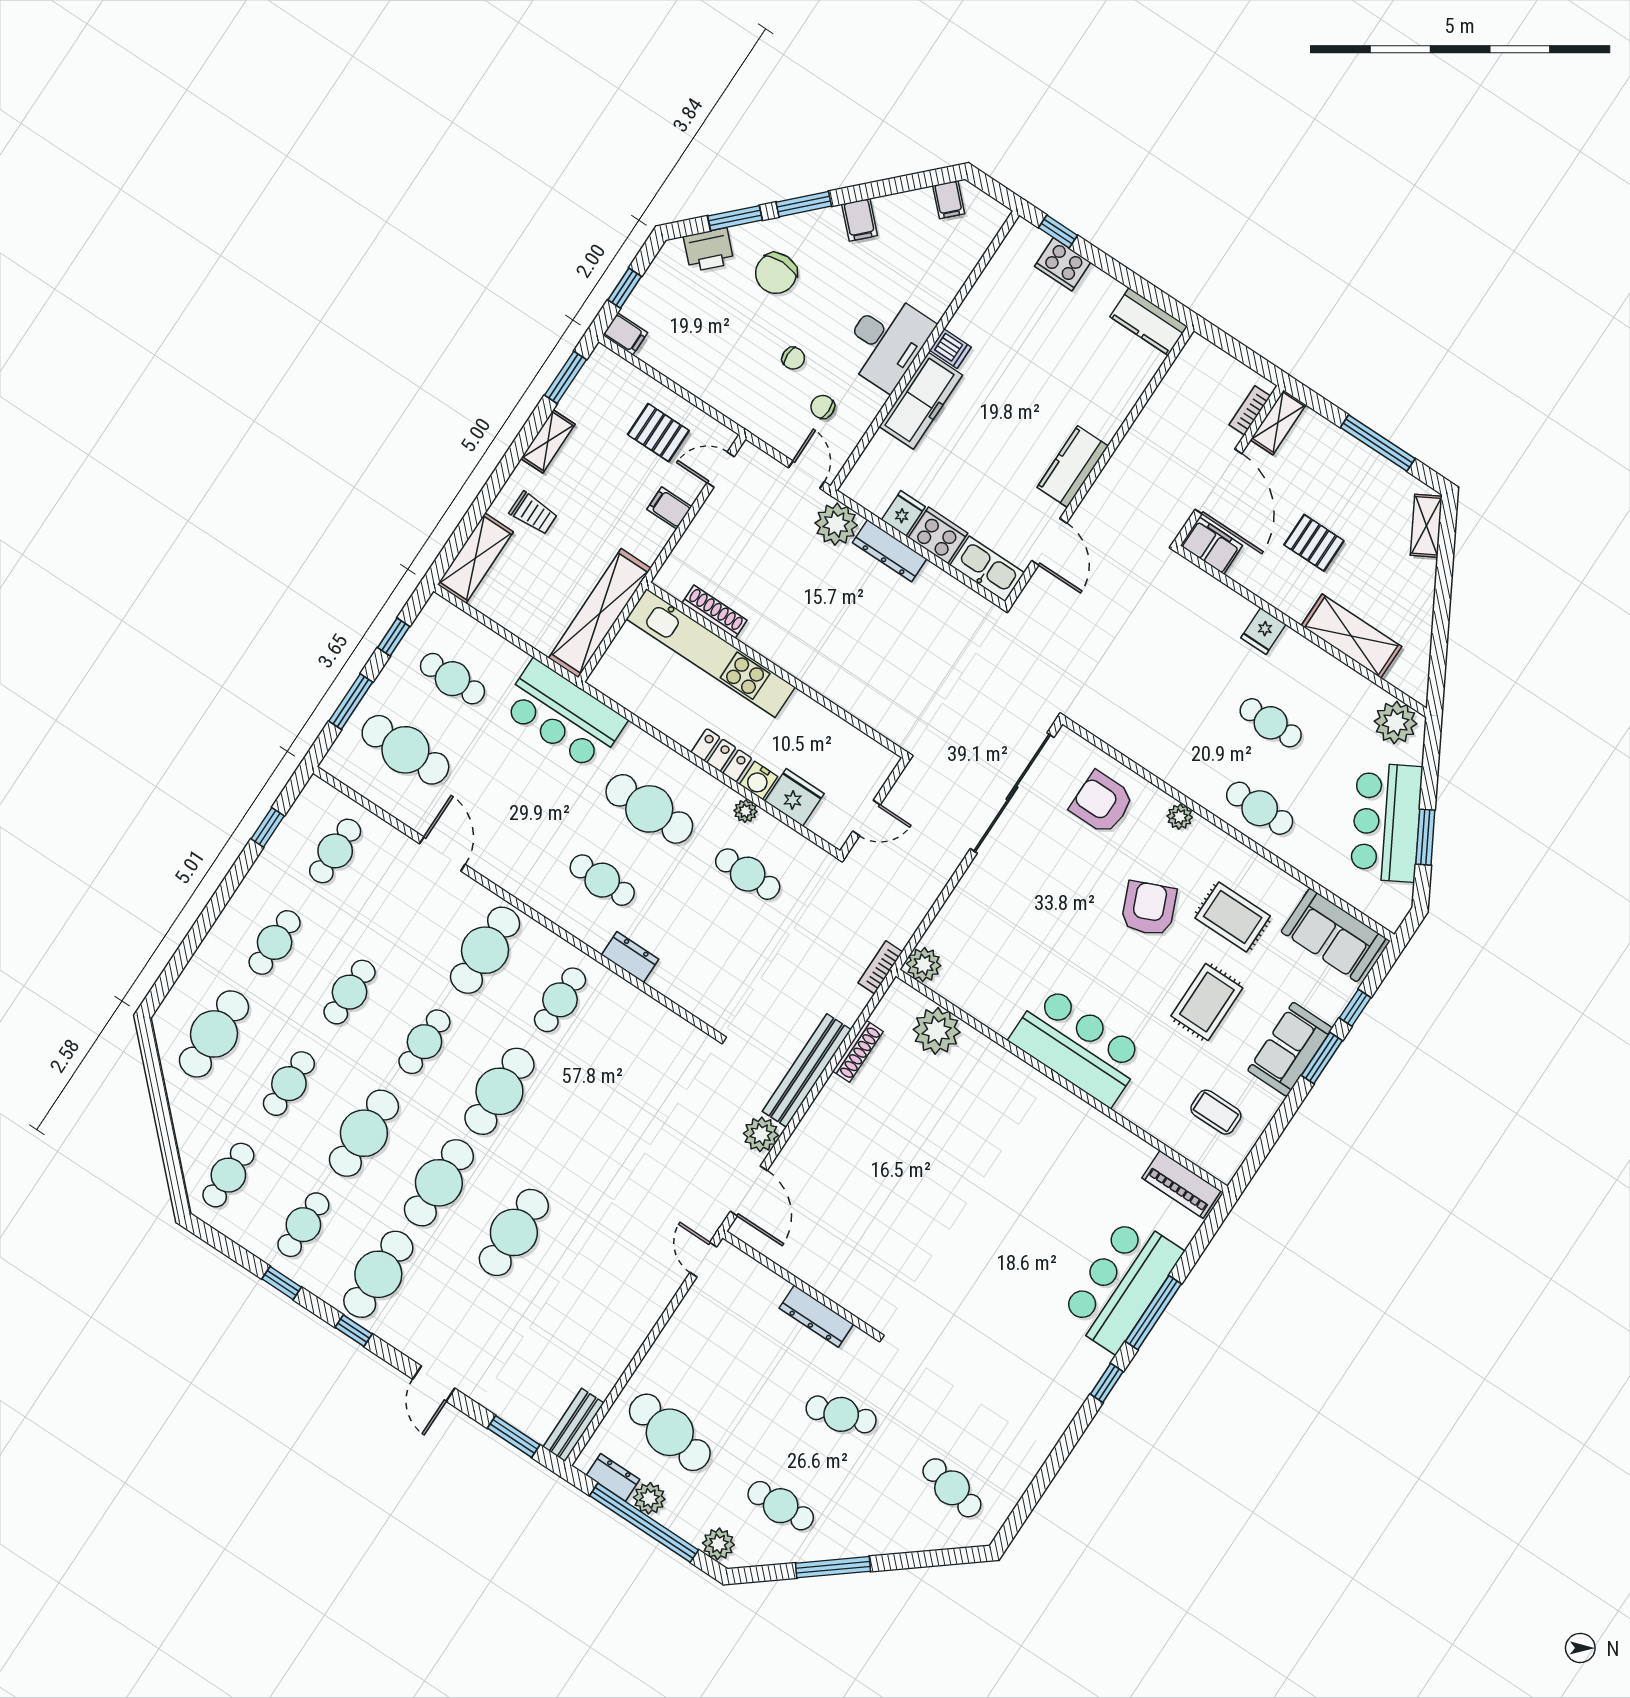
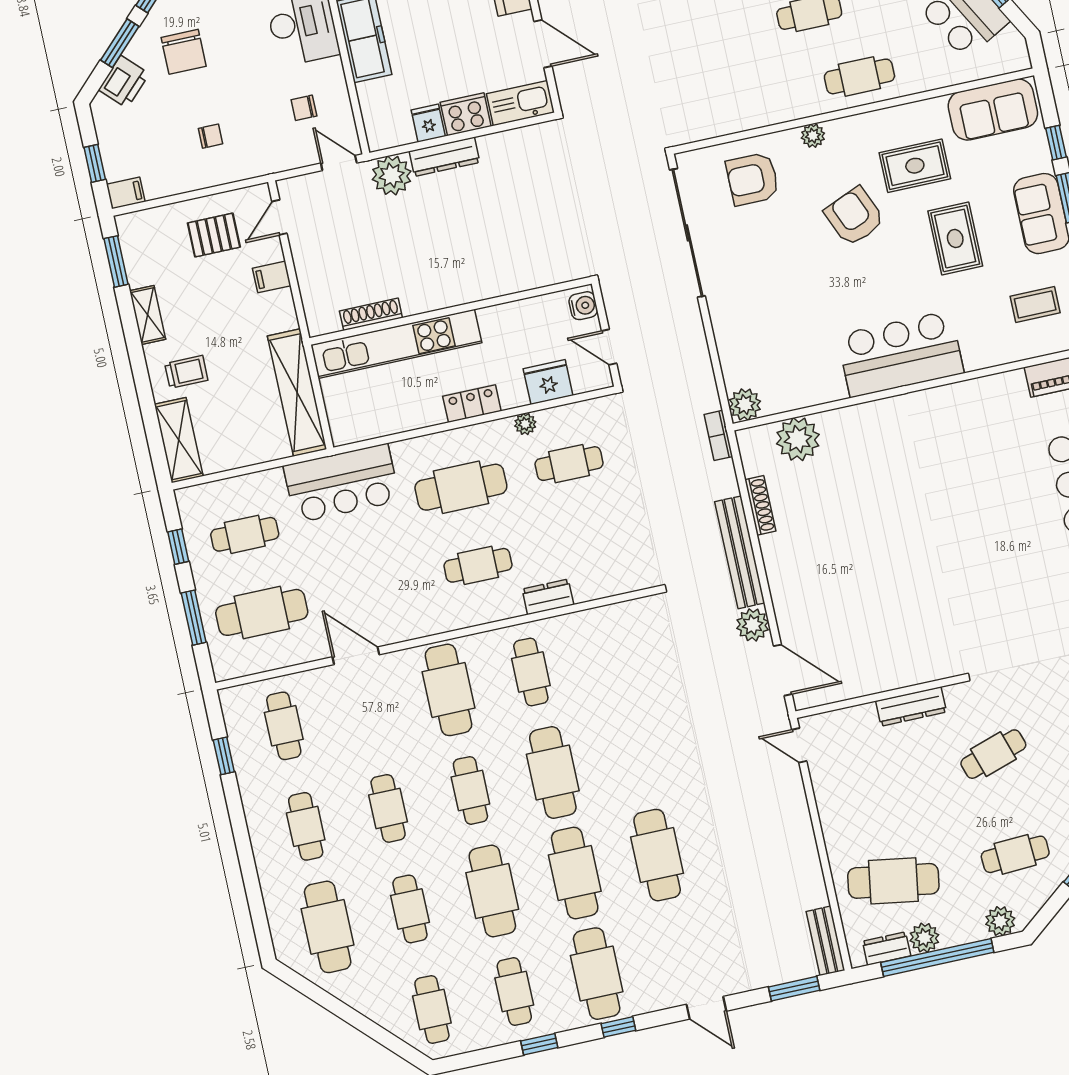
chair: (793, 358) -> (211, 136), moved
water cooler: (759, 781) -> (583, 306), moved, turned -90
door: (866, 818) -> (609, 347), swing flipped

